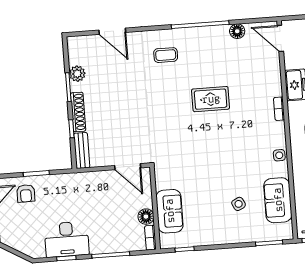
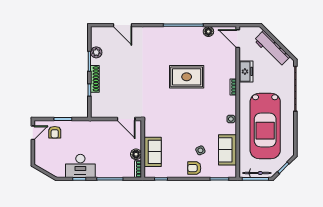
coffee table: (166, 55) -> (158, 44), removed
rug: (211, 99) -> (187, 77), width x1.36, depth x1.43
bench: (82, 150) -> (95, 106), removed
armchair: (232, 230) -> (194, 168), added

